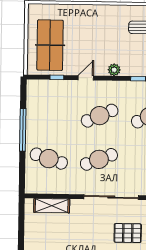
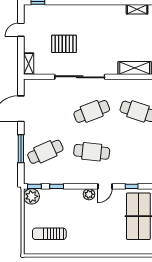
plant: (114, 70) -> (89, 194), moved
cafe table: (100, 116) -> (92, 152), turned 30

